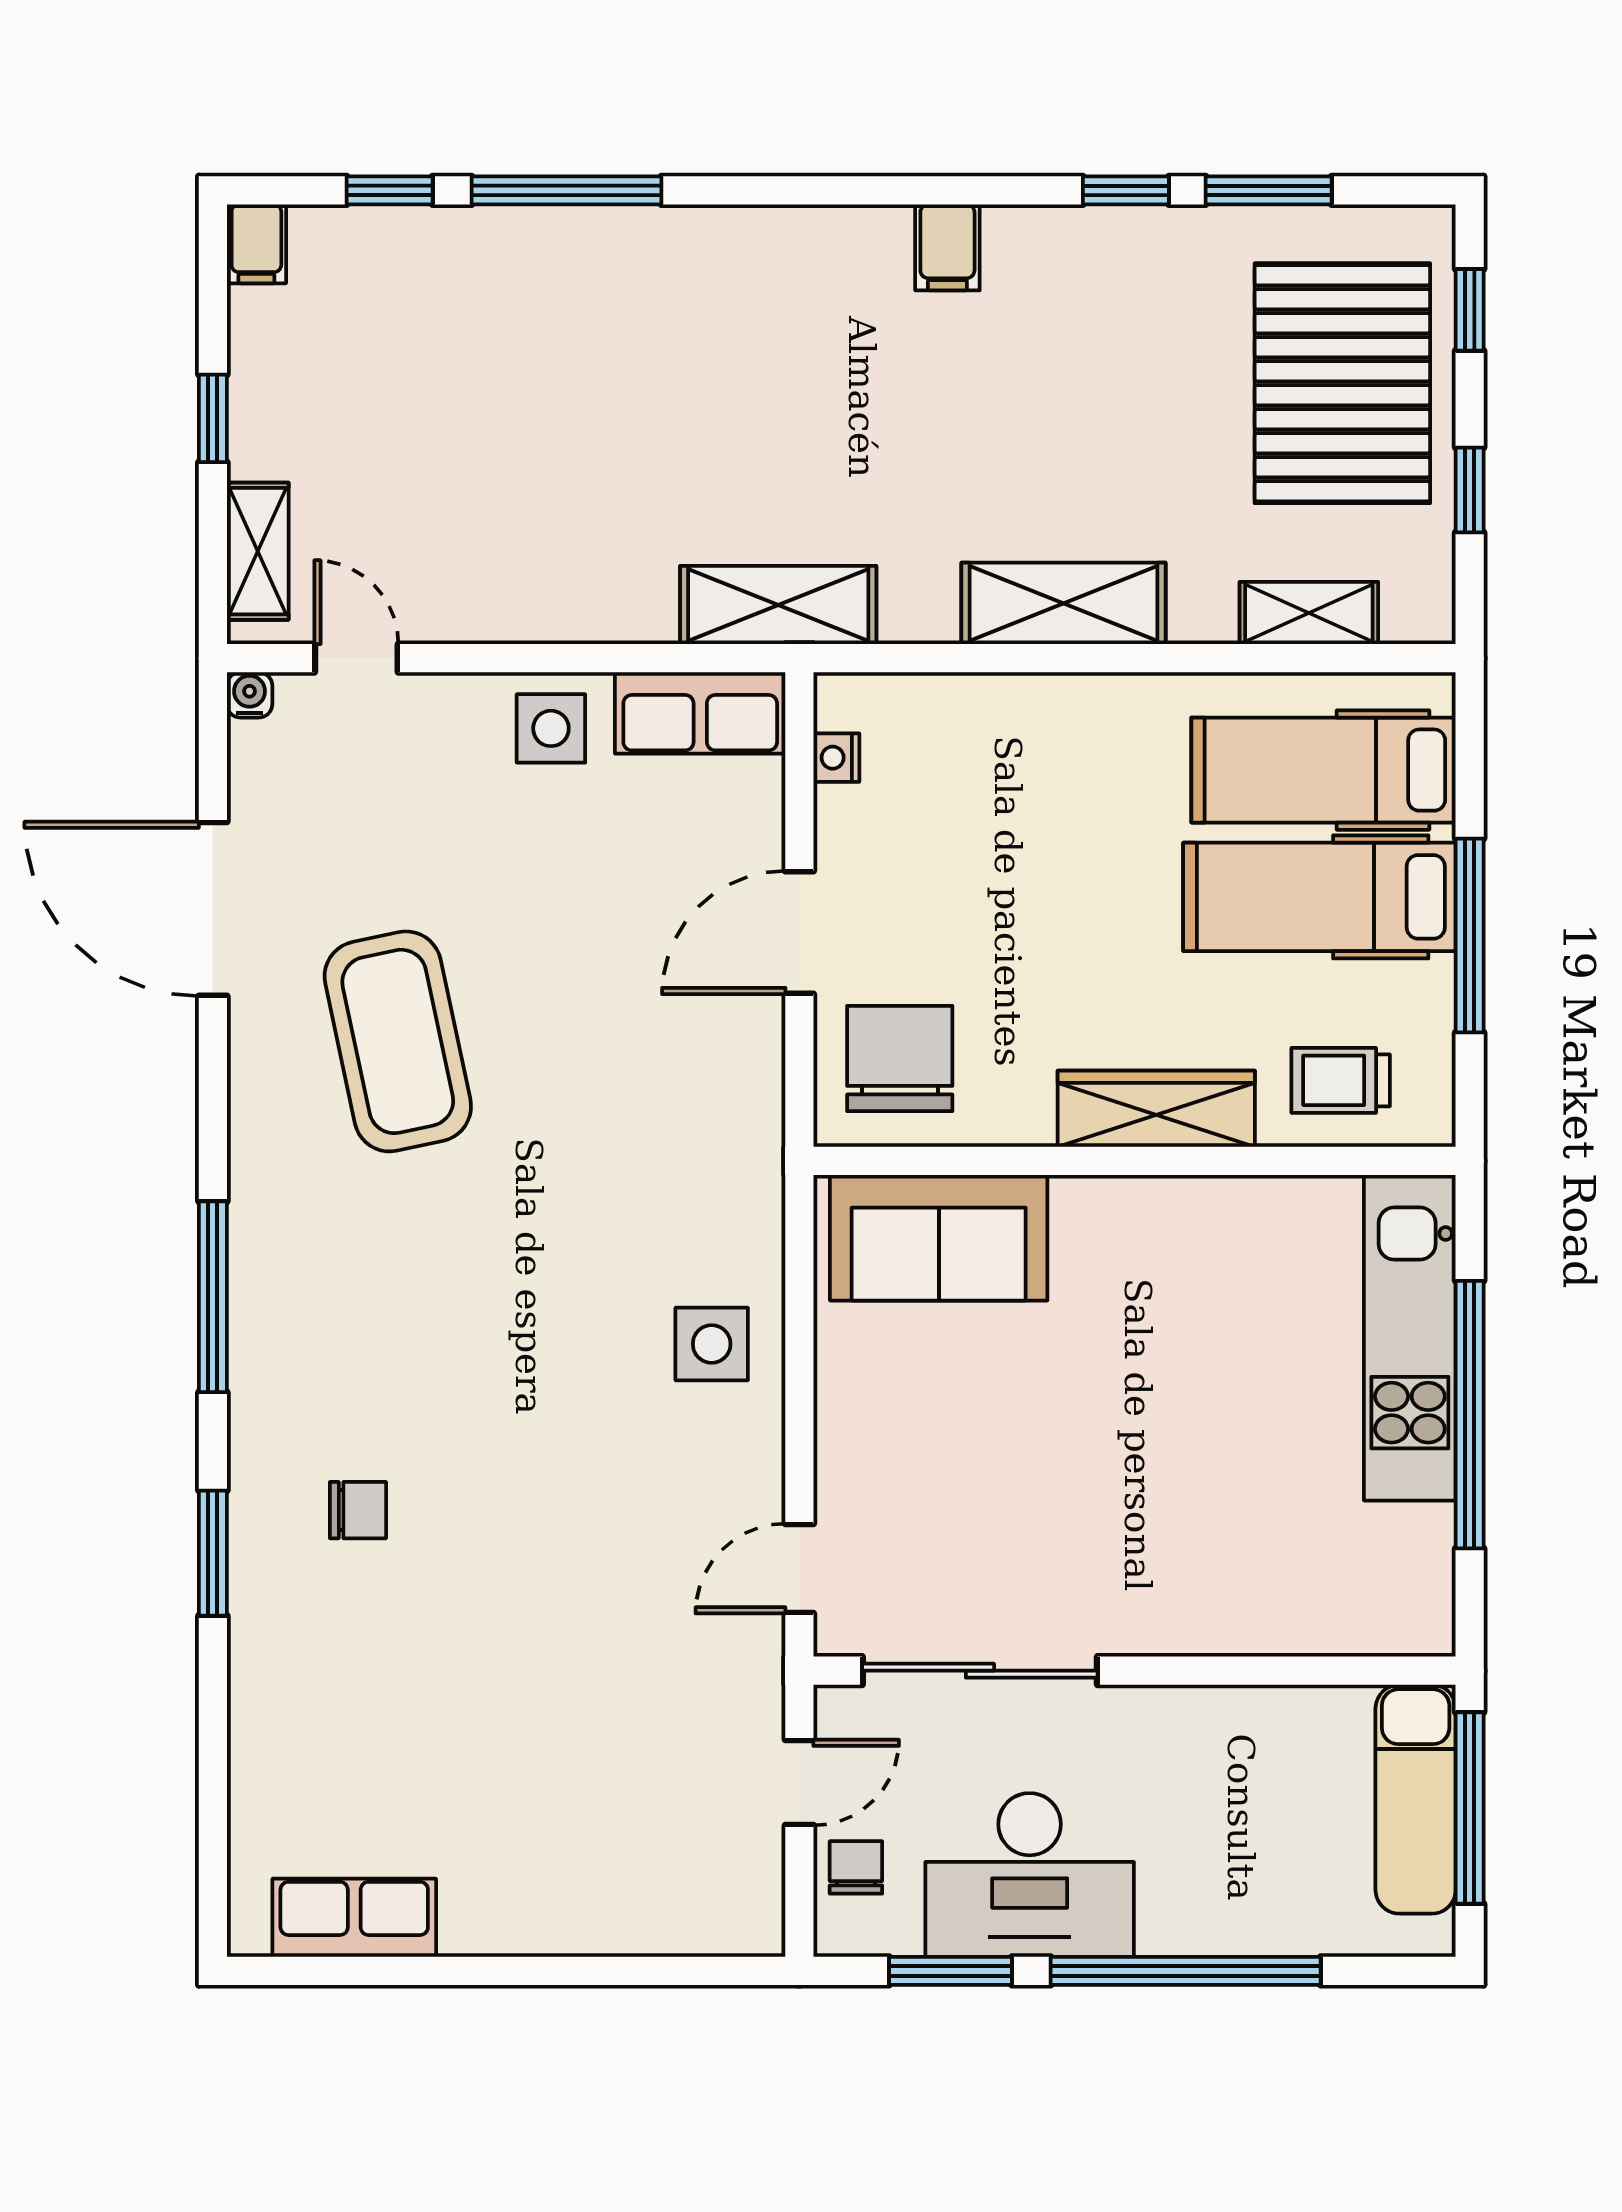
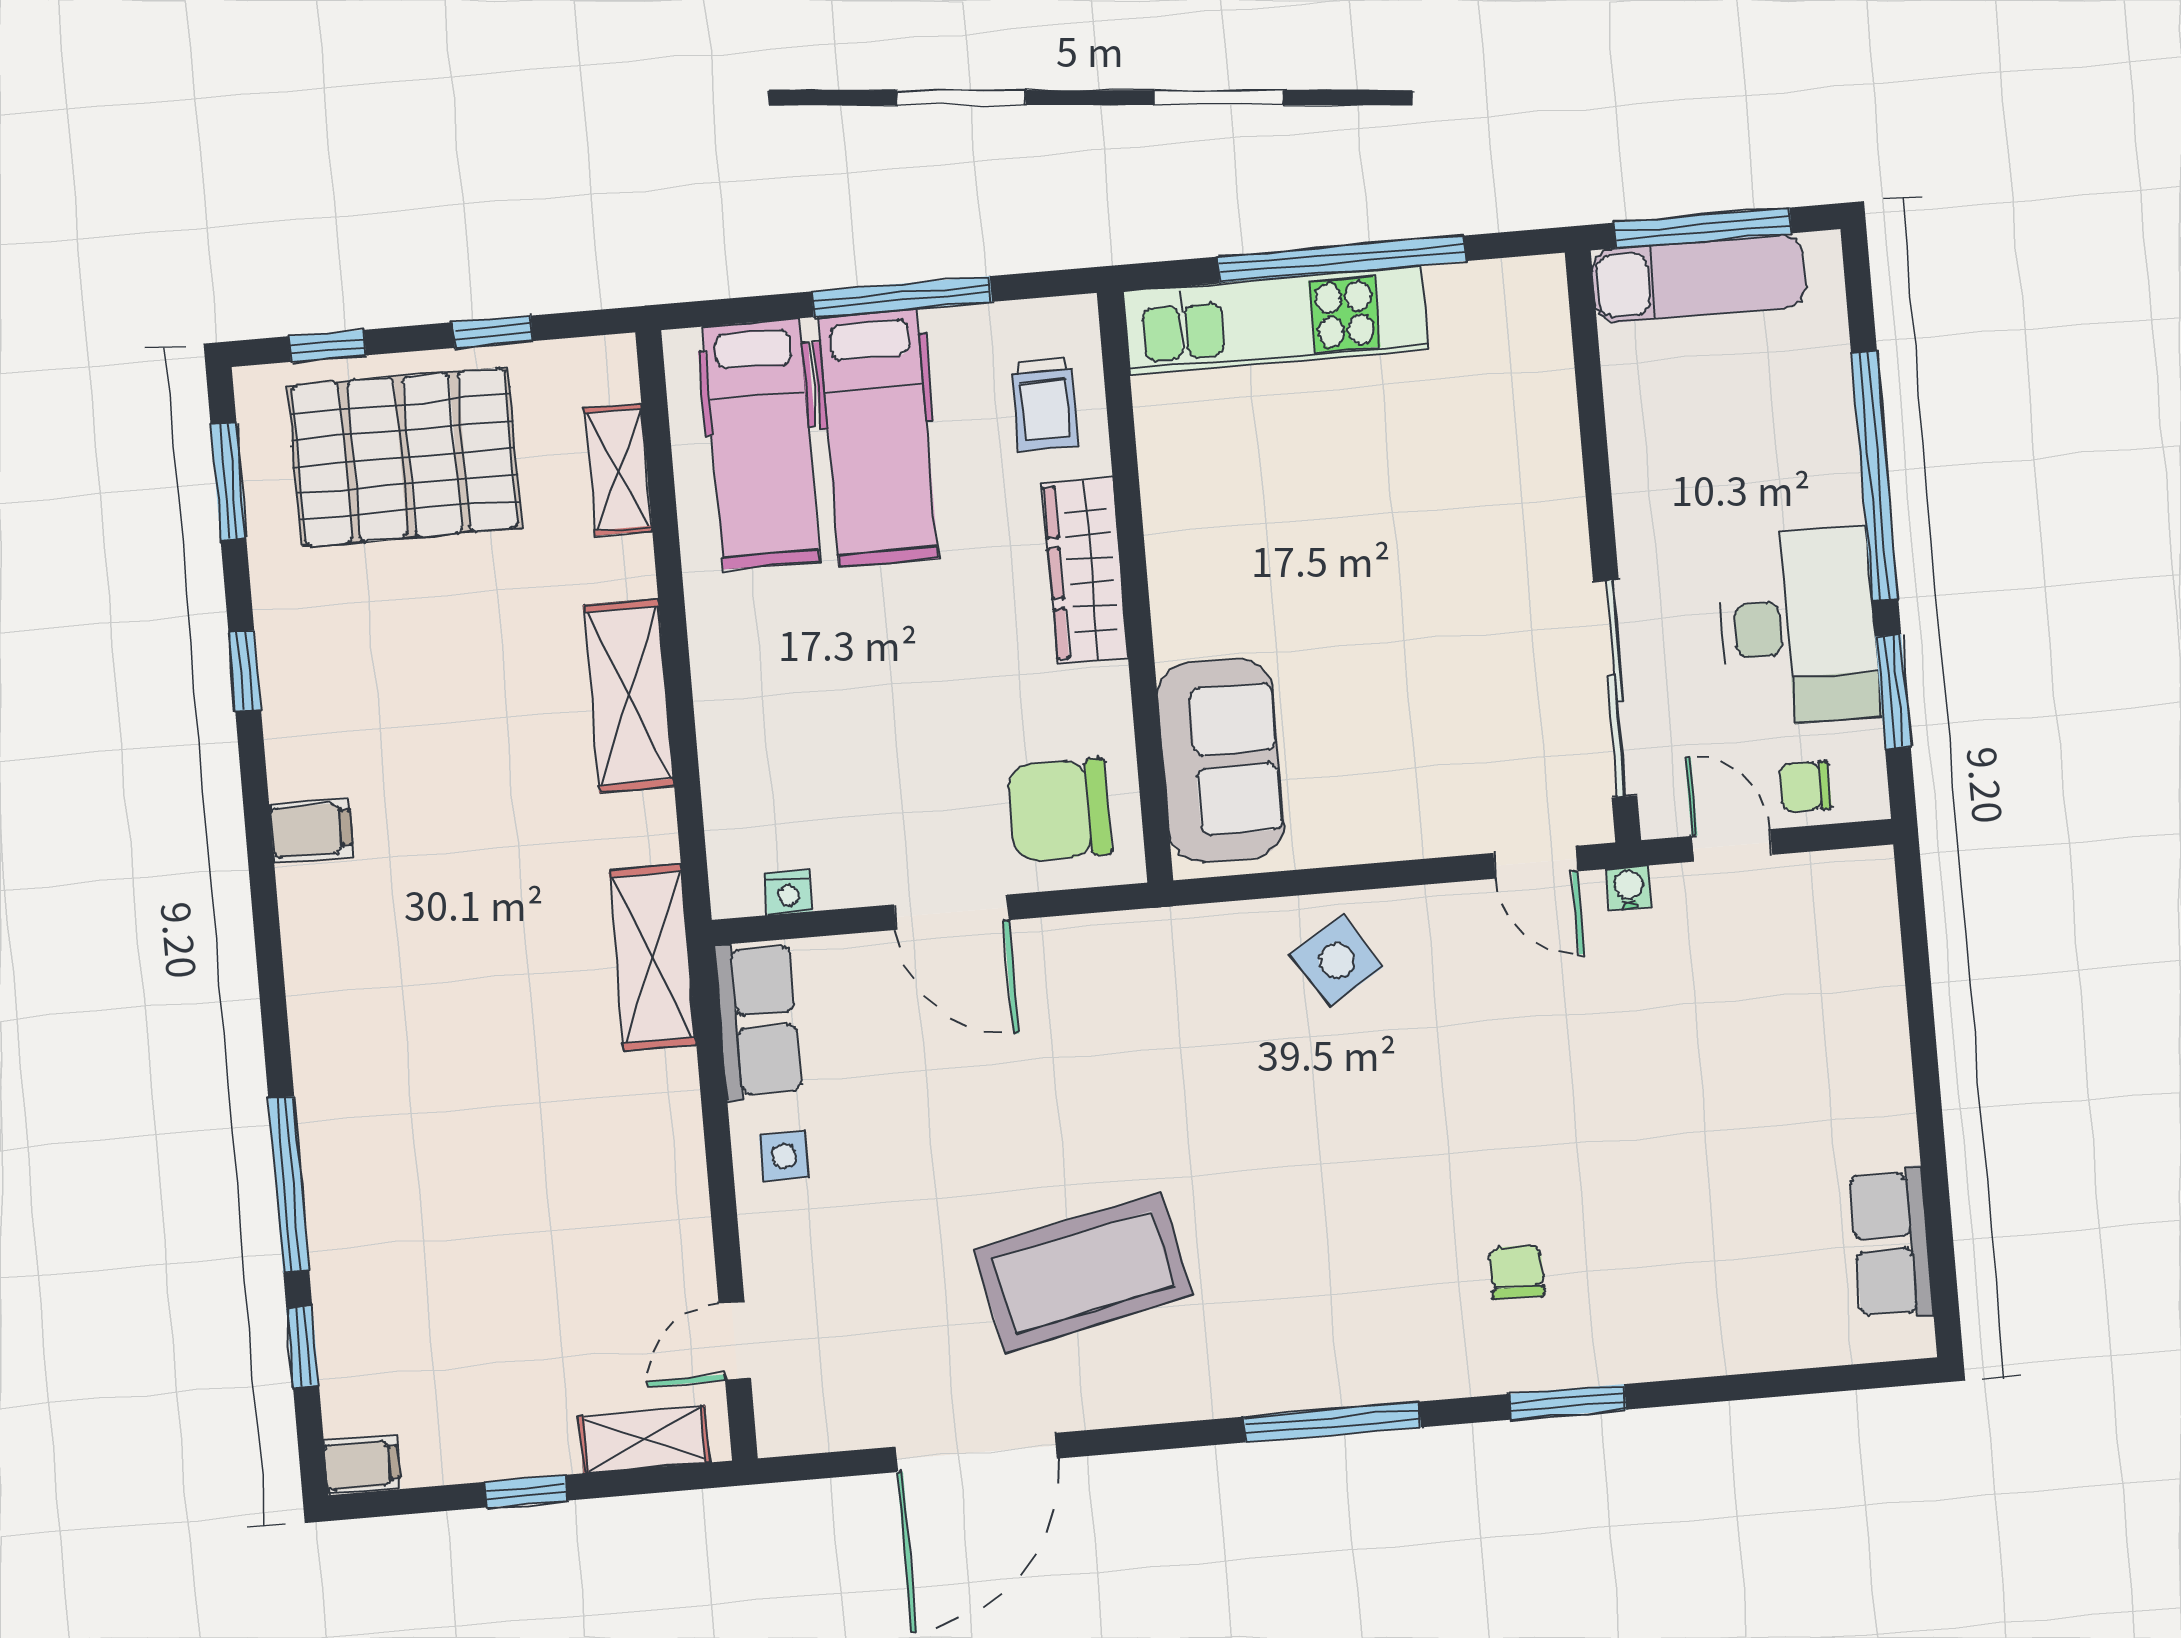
window: (1269, 190) -> (228, 481), moved
water cooler: (250, 695) -> (1629, 888), moved, turned 90
side table: (551, 728) -> (784, 1156), width x0.73, depth x0.73
side table: (712, 1344) -> (1336, 960), turned -32

